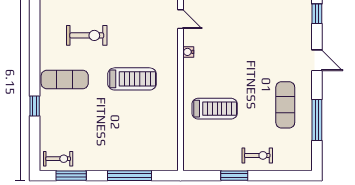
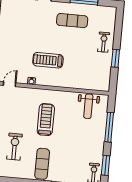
treadmill: (215, 109) -> (48, 60), moved, turned -90
weight bench: (158, 141) -> (88, 106), added

